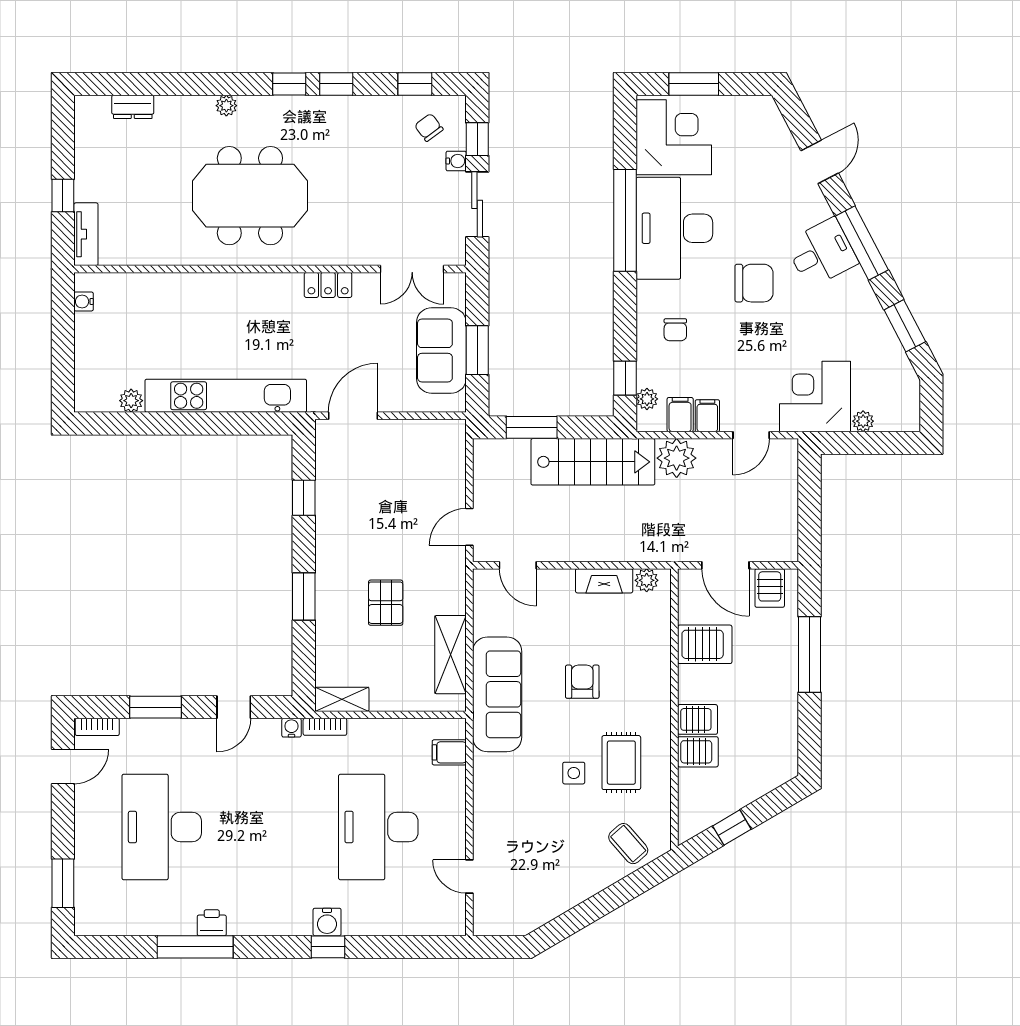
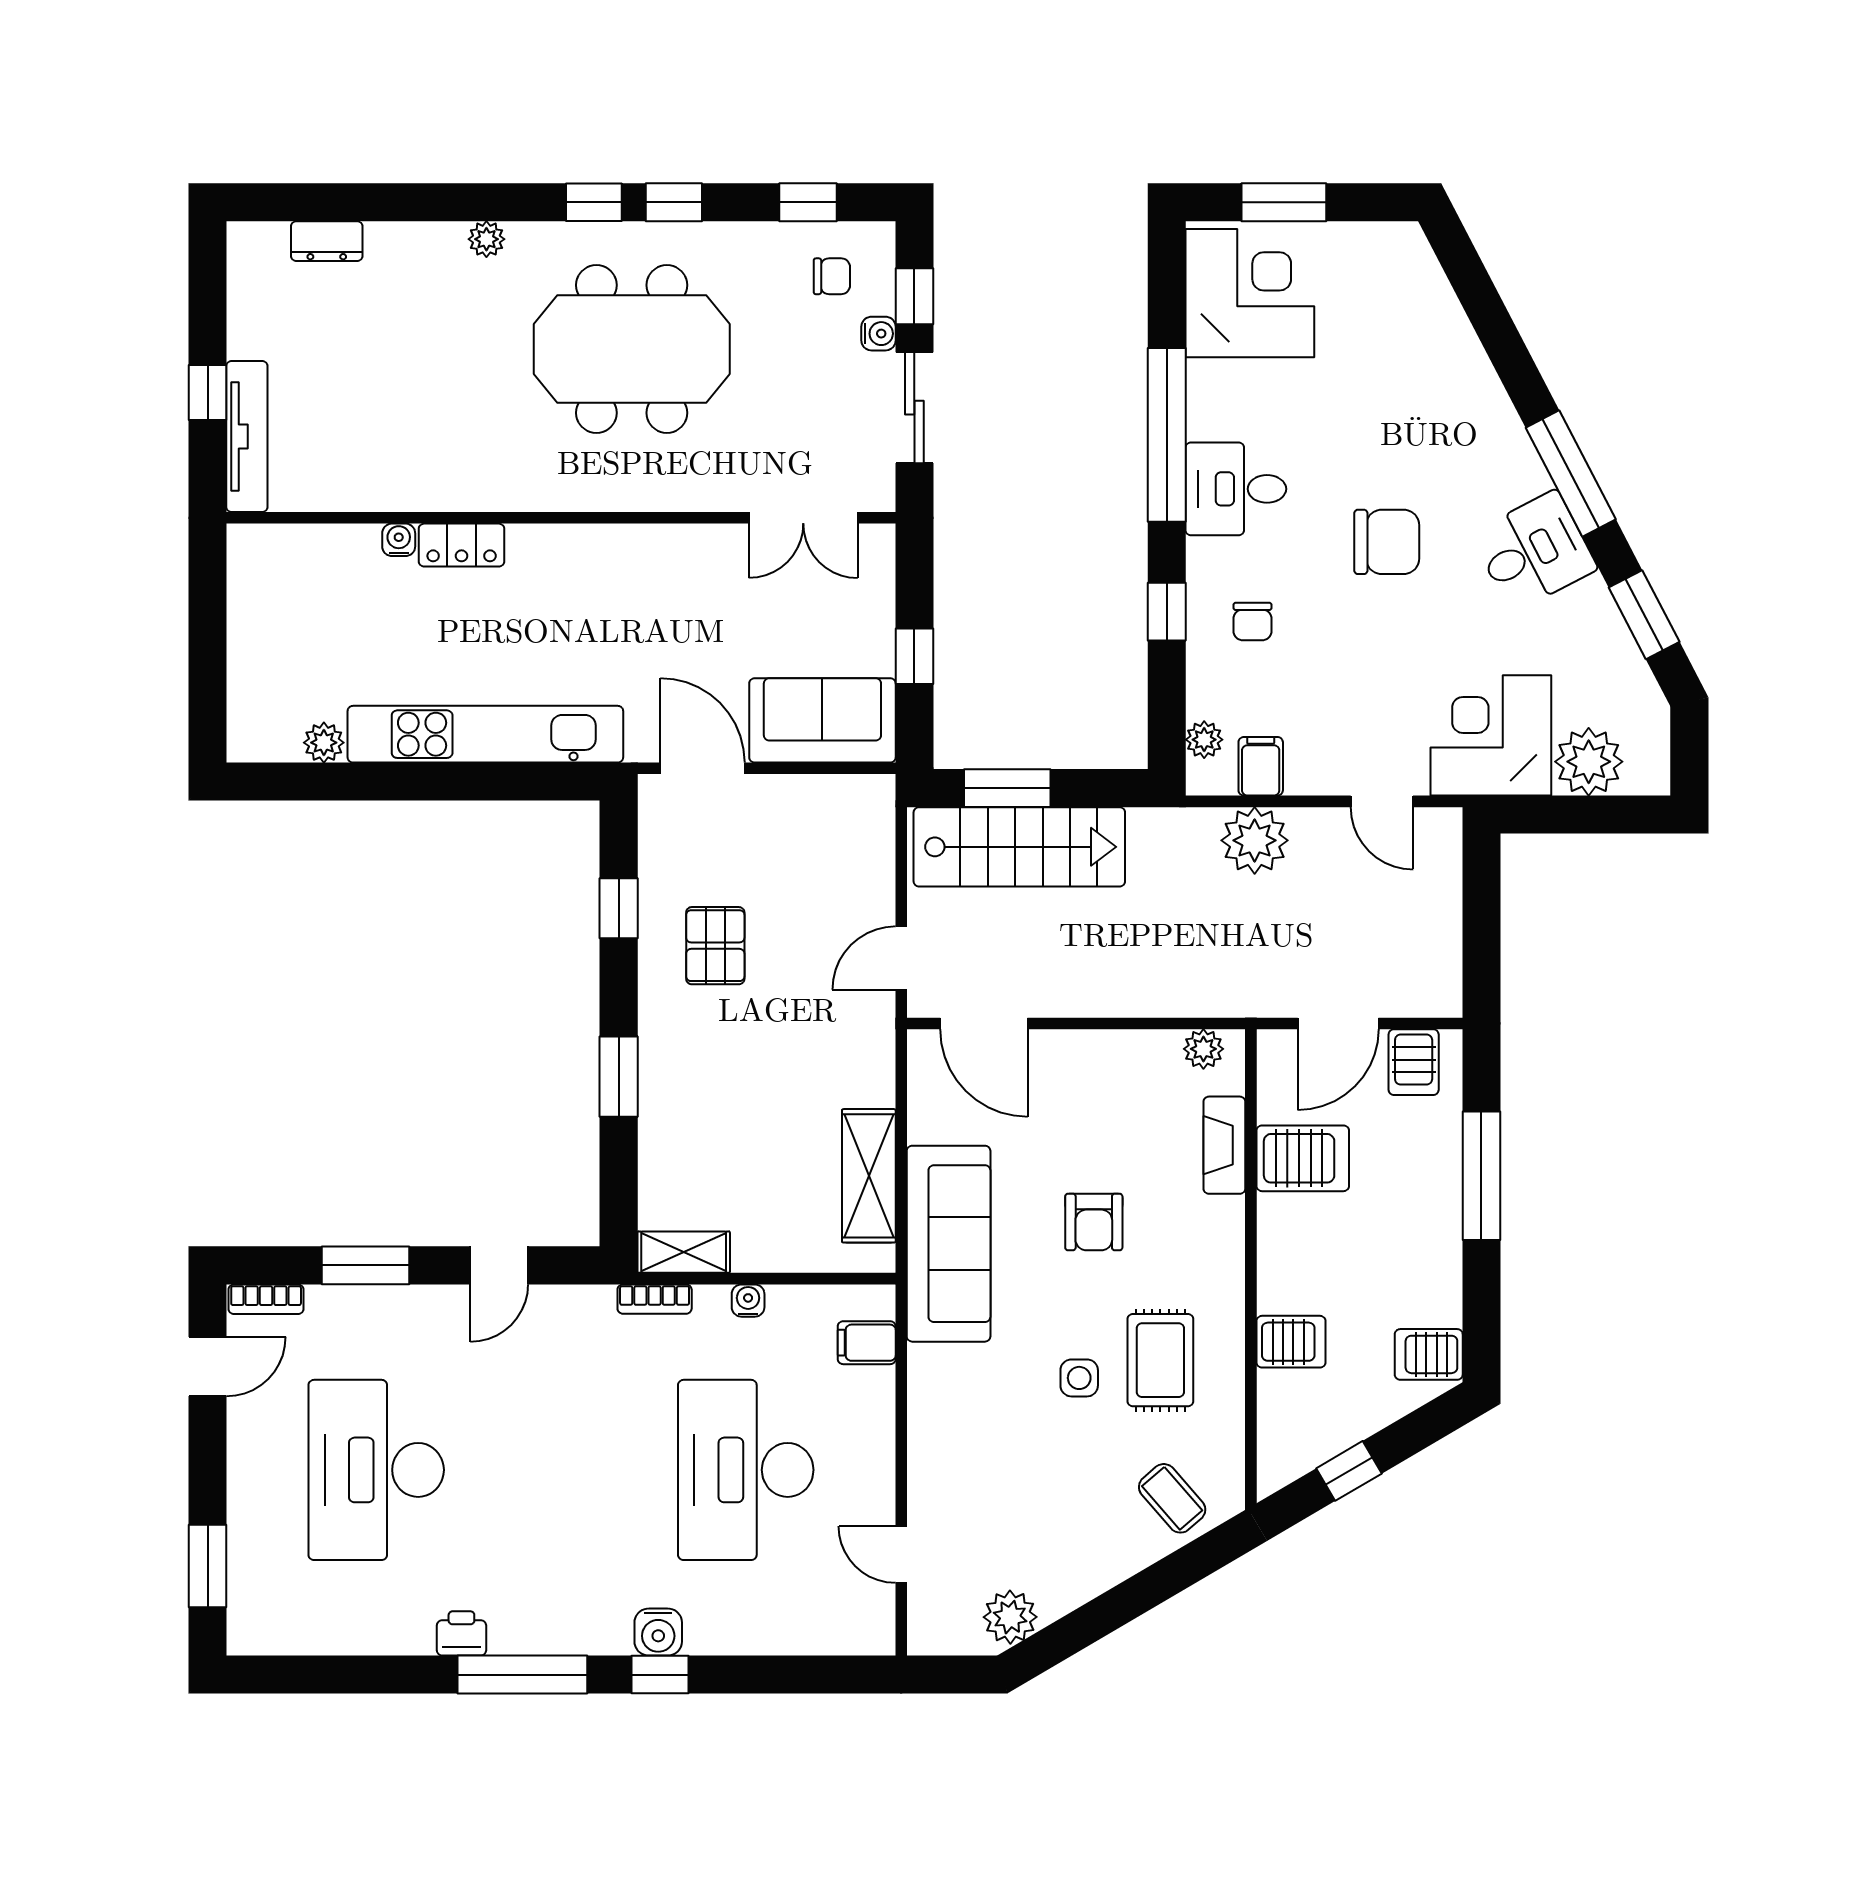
chair: (429, 127) -> (832, 276), turned 127
door: (820, 162) -> (1499, 335), removed
meeting table: (250, 196) -> (632, 349), moved
desk: (674, 228) -> (1236, 489), width x0.53, depth x0.77
tv unit: (86, 234) -> (247, 437), width x1.41
desk: (822, 253) -> (1534, 551), moved
locker: (328, 285) -> (462, 545), moved
water cooler: (84, 301) -> (399, 540), moved, turned 90
sofa: (441, 350) -> (822, 720), moved, turned 90
window: (477, 350) -> (914, 656), width x0.67
window: (625, 378) -> (1167, 612), moved
door: (353, 416) -> (703, 768), hinge flipped
filing cabinet: (707, 416) -> (1307, 768), removed
plant: (863, 421) -> (1589, 762), width x1.88, depth x1.88
door: (751, 435) -> (1382, 801), hinge flipped
stairs: (593, 462) -> (1019, 847), moved
door: (518, 565) -> (984, 1023), width x1.37
door: (725, 565) -> (1338, 1023), hinge flipped
fireplace: (604, 581) -> (1224, 1145), moved, turned 90
pallet: (386, 603) -> (715, 946), moved
armchair: (582, 682) -> (1094, 1222), turned 180
server rack: (697, 719) -> (1429, 1354), moved, turned 180
water cooler: (291, 728) -> (748, 1301), moved
plant: (533, 913) -> (1010, 1617), added
window: (195, 947) -> (522, 1675), moved

